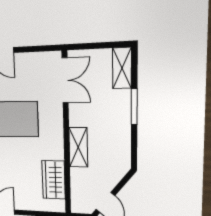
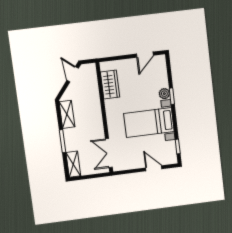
shelving: (78, 147) -> (67, 114), moved

